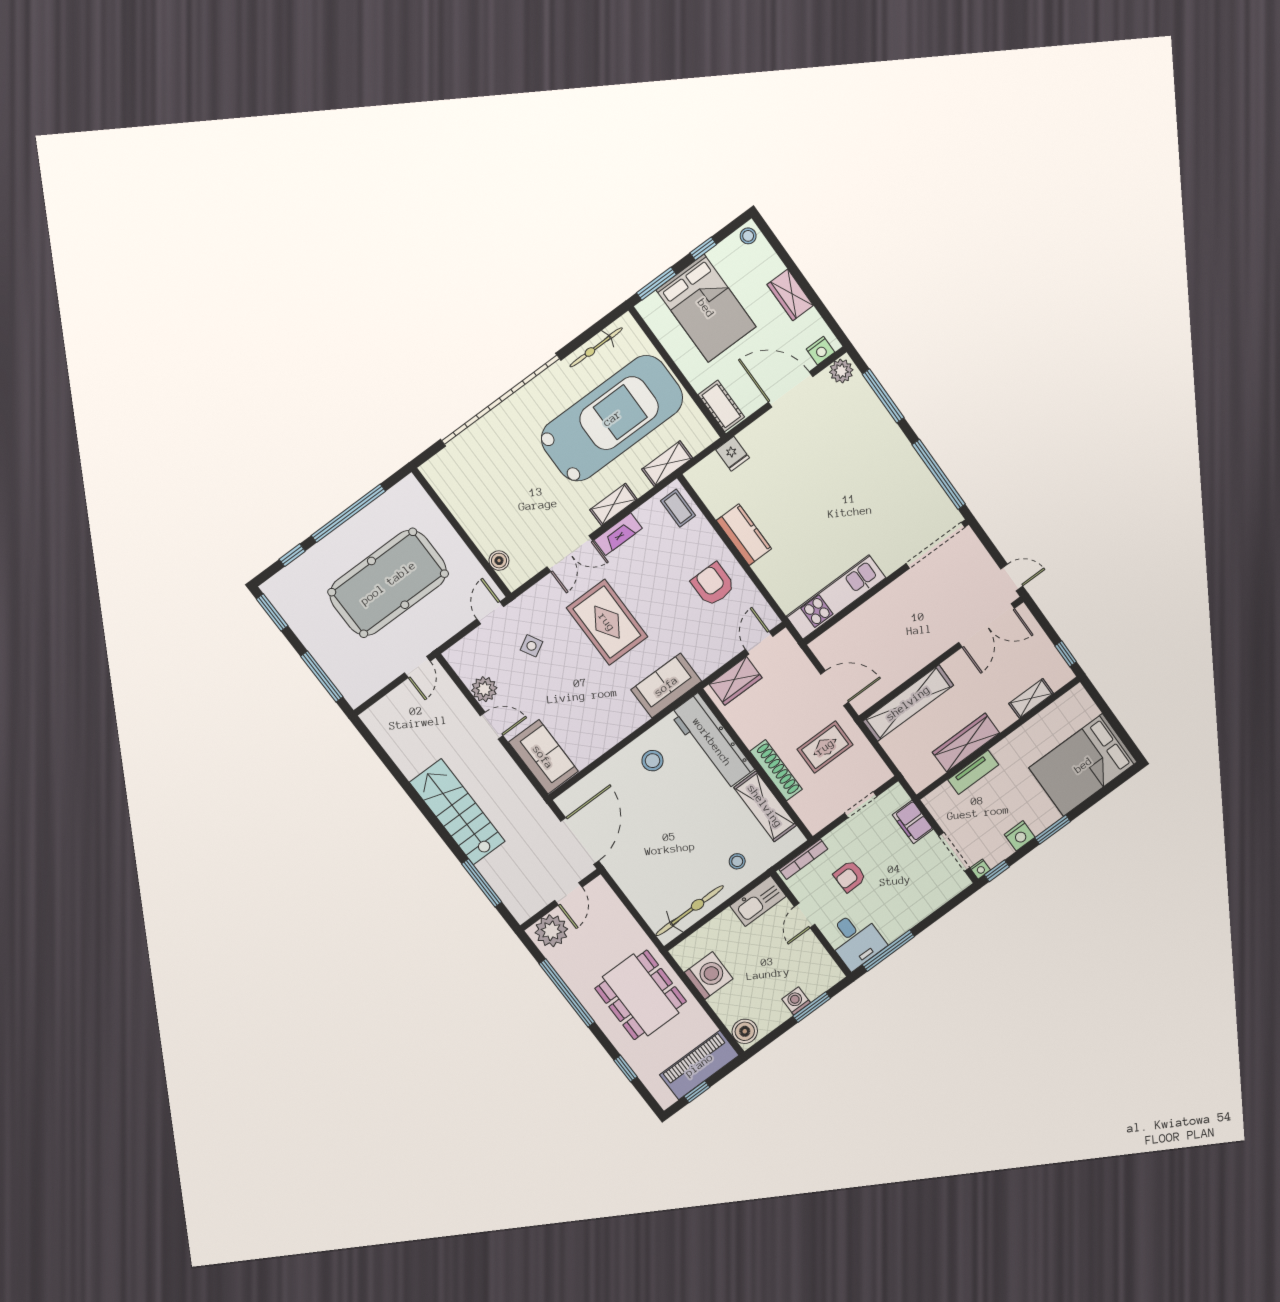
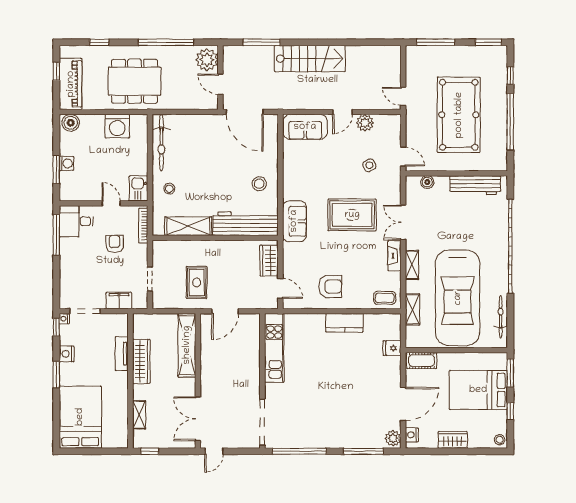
workbench: (459, 499) -> (475, 185), added
shoe rack: (776, 770) -> (204, 247), removed
kitchen sink: (758, 901) -> (139, 188), width x0.73

